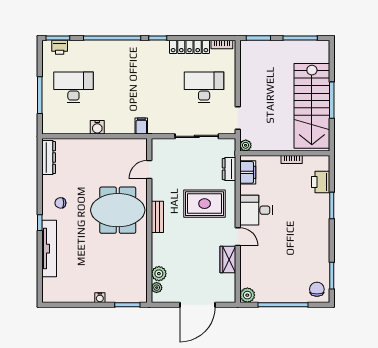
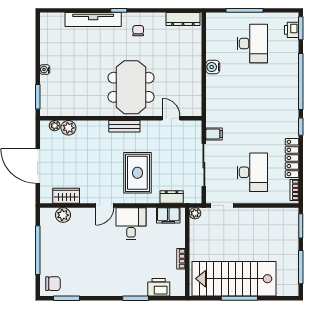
filing cabinet: (141, 126) -> (214, 134), moved
wardrobe: (228, 260) -> (66, 196), moved
plant: (247, 295) -> (63, 215), moved

